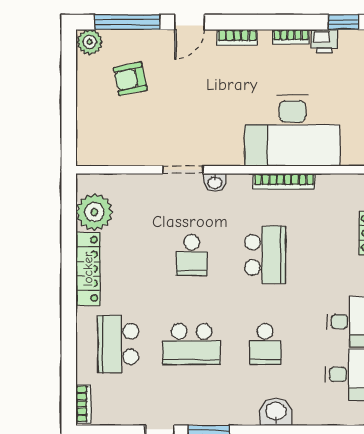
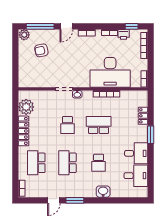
school desk: (265, 255) -> (99, 125), turned -90
school desk: (192, 344) -> (67, 163), turned 90

